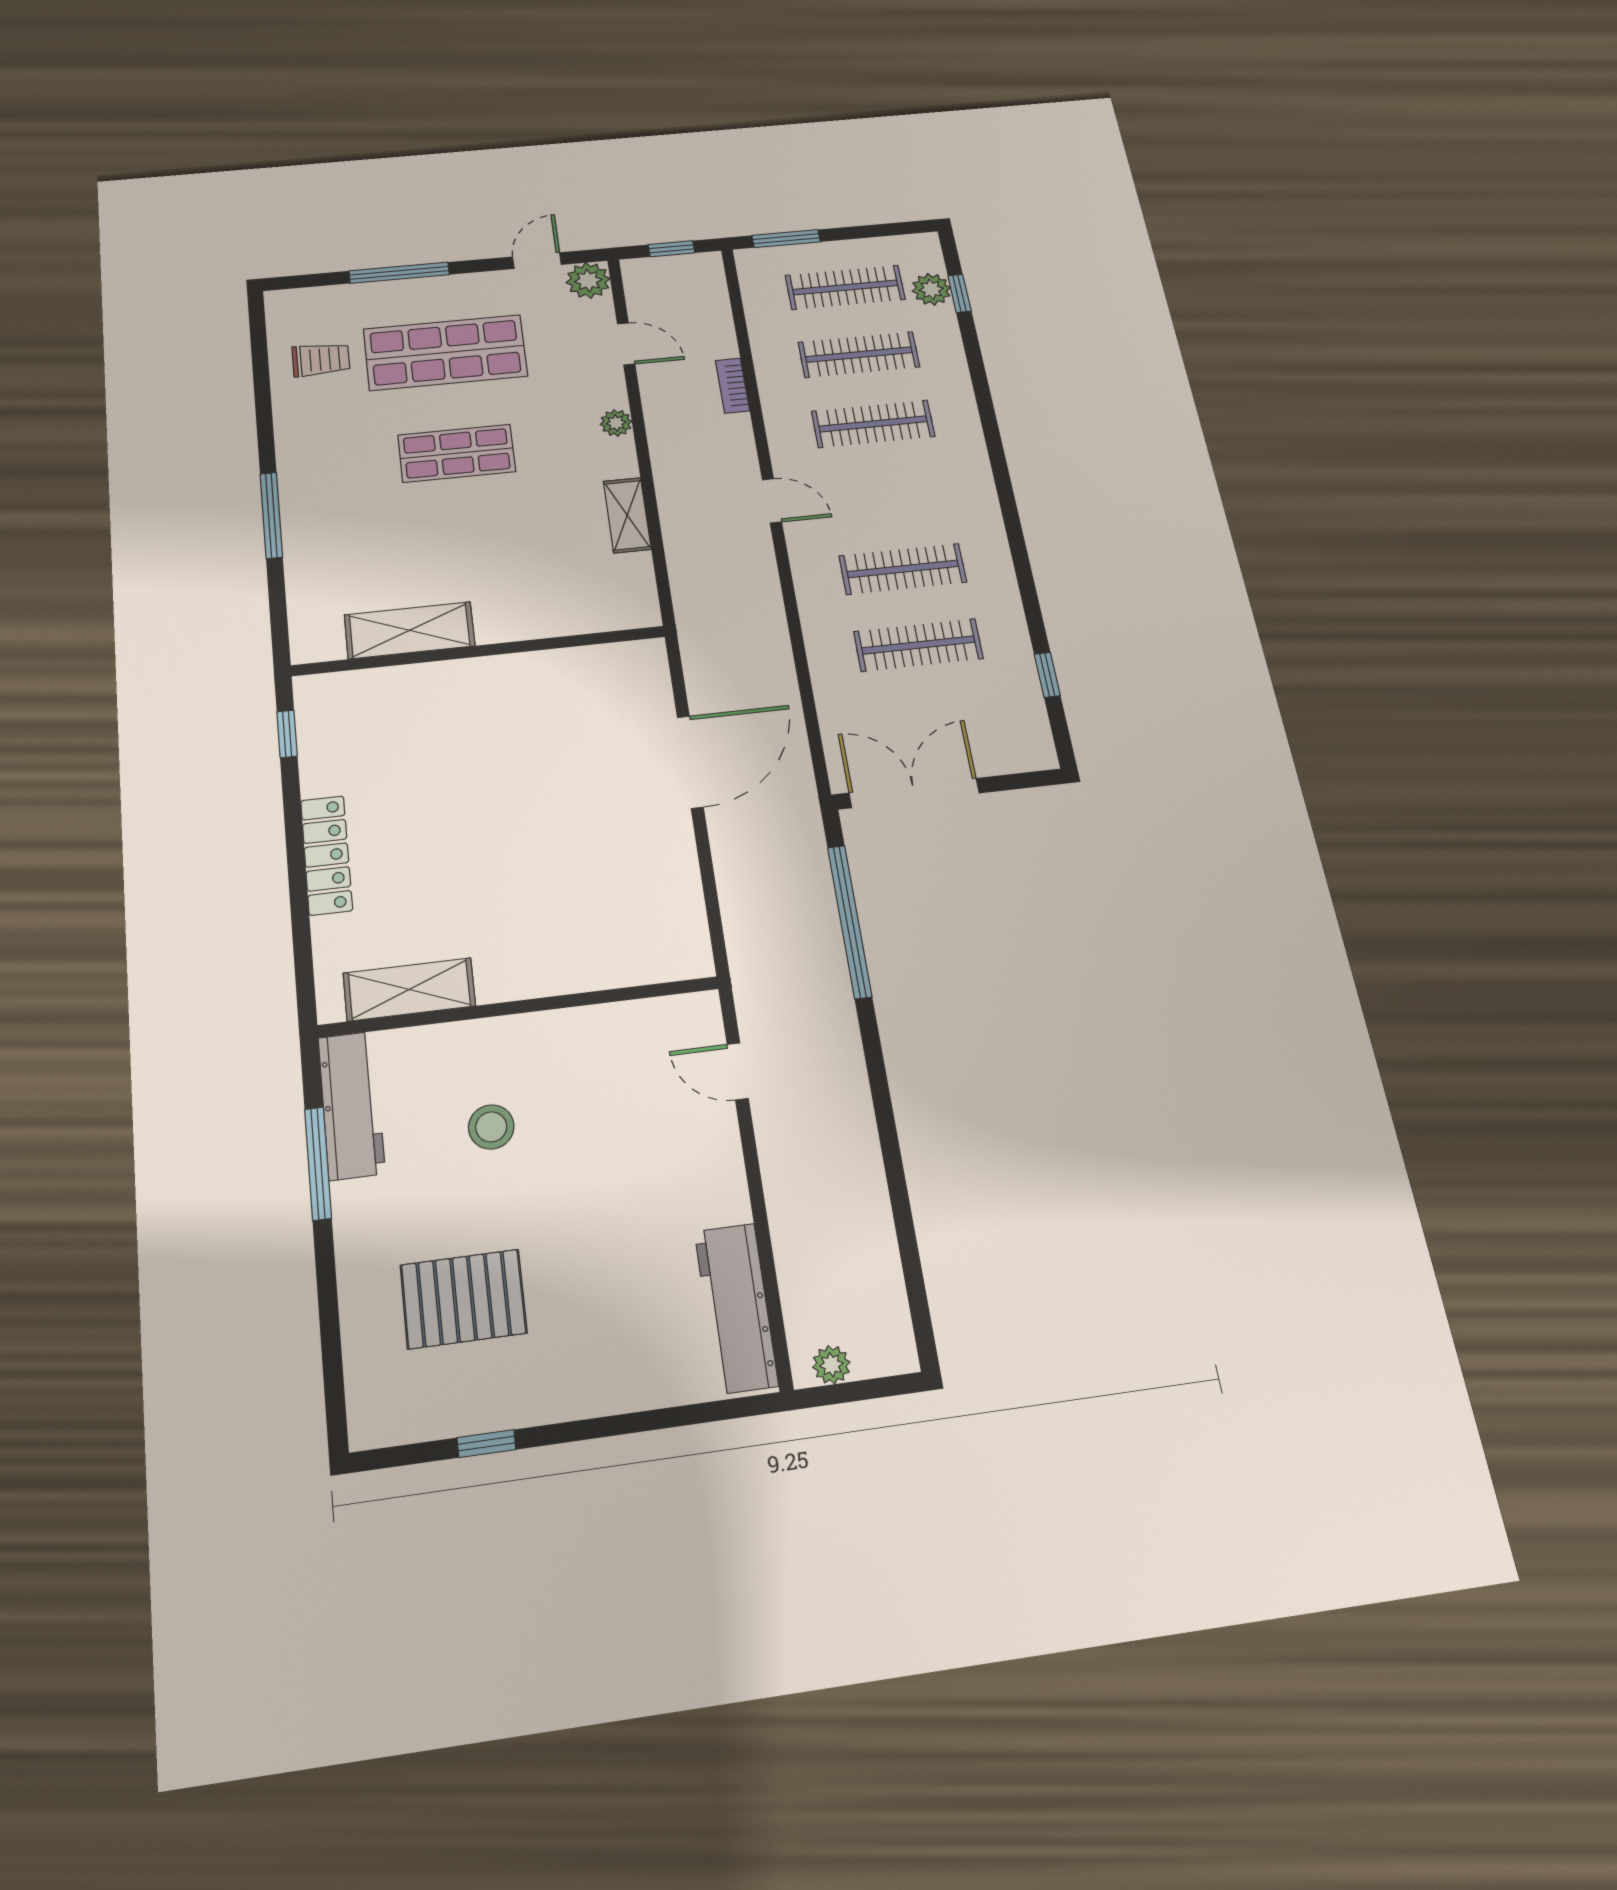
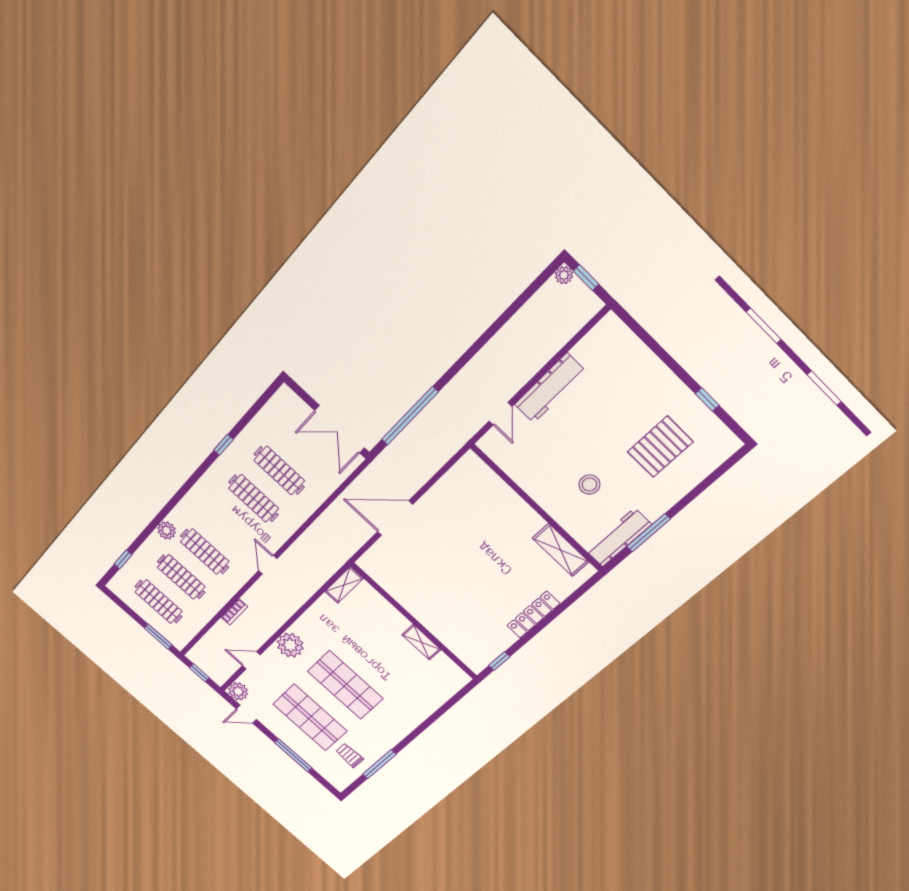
plant: (931, 289) -> (167, 530), moved
door: (626, 344) -> (251, 660), hinge flipped
plant: (616, 423) -> (290, 645), width x1.88, depth x1.88
shop shelf: (457, 453) -> (345, 685), width x1.43, depth x1.36
window: (271, 515) -> (379, 764), moved
shelving: (627, 515) -> (344, 585), moved
shelving: (410, 630) -> (421, 642), width x0.67, depth x0.75
window: (1047, 675) -> (223, 445), moved
pallet: (463, 1299) -> (660, 447), turned 90
workbench: (736, 1308) -> (550, 388), moved
plant: (831, 1365) -> (564, 275), moved
window: (867, 1390) -> (586, 278), added

